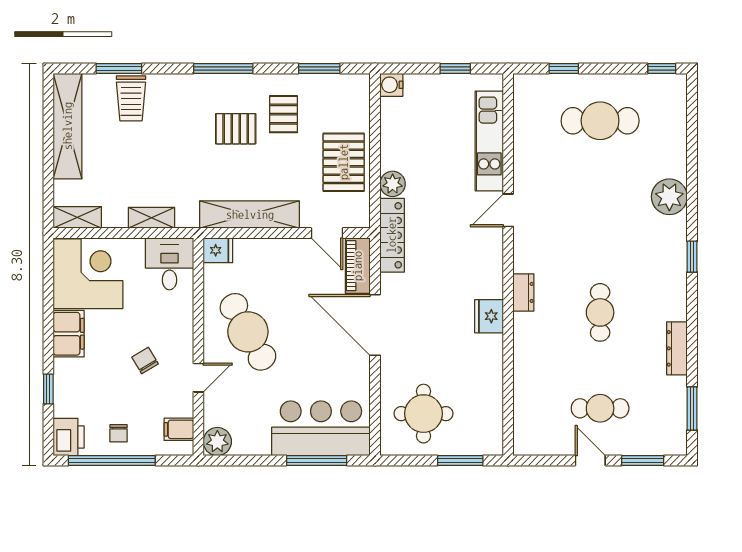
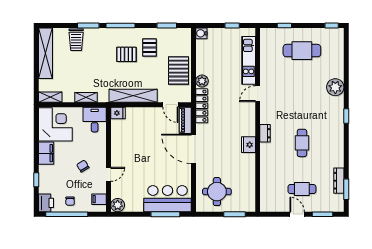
window: (119, 68) -> (88, 25), moved
cafe table: (248, 332) -> (132, 152), removed
dresser: (677, 348) -> (339, 181), moved

